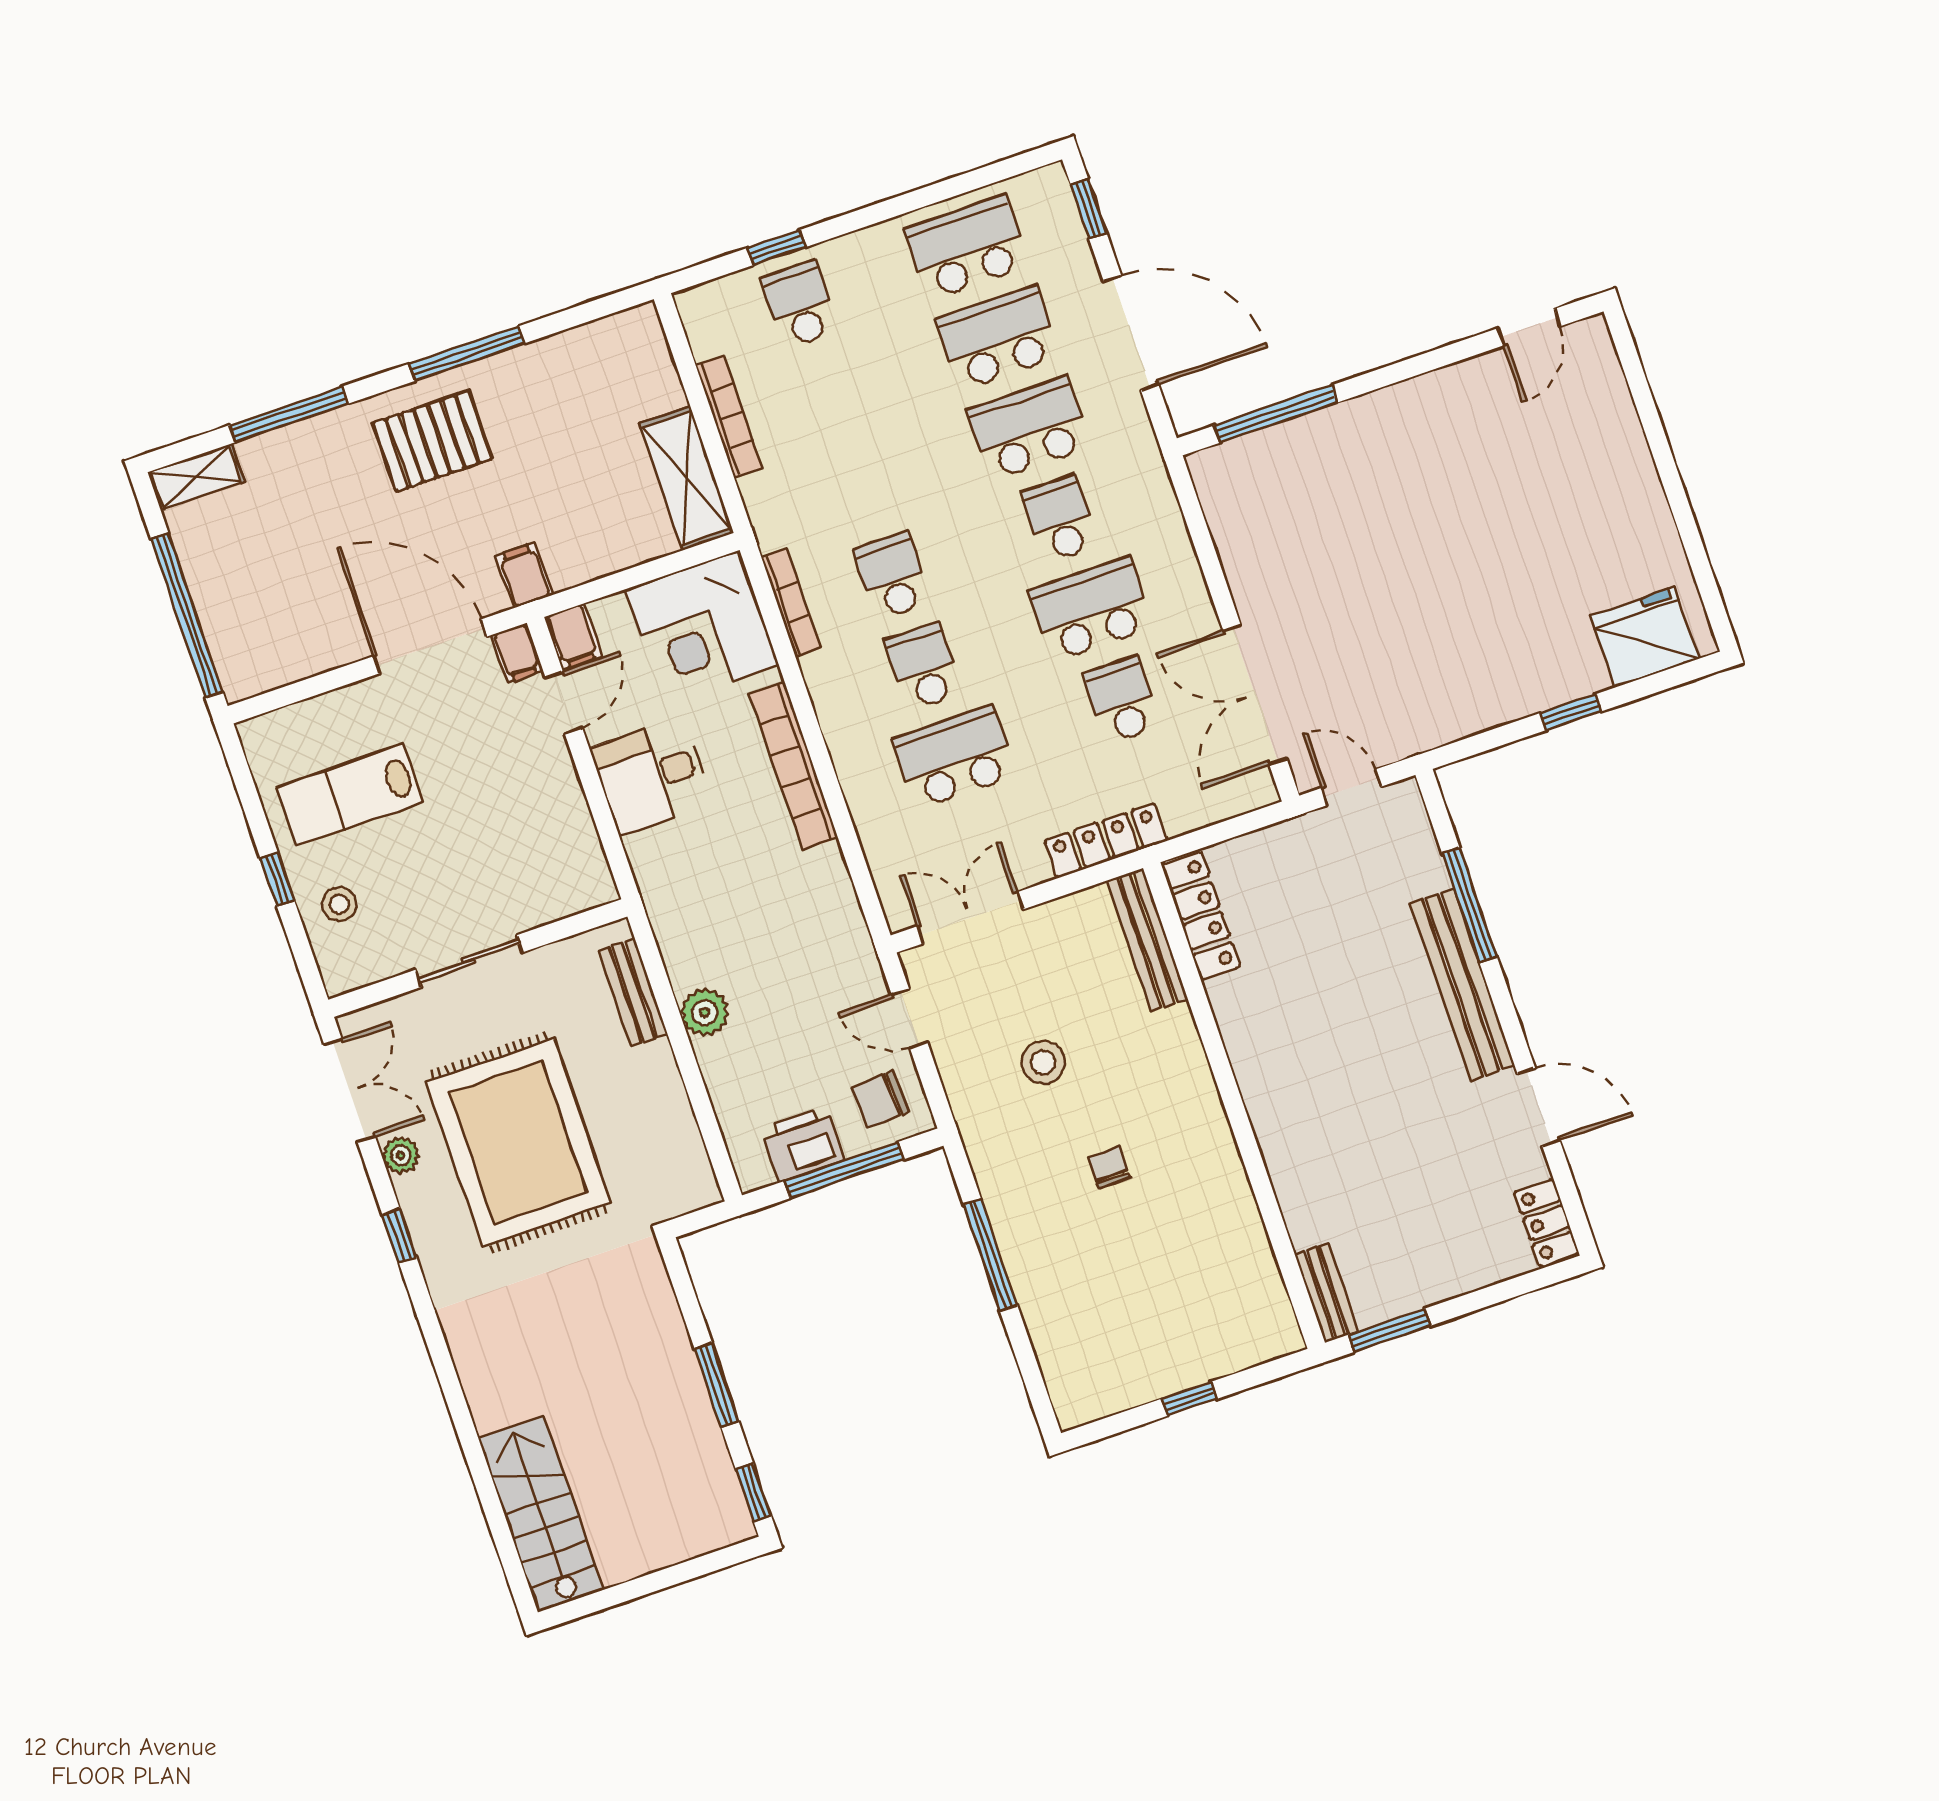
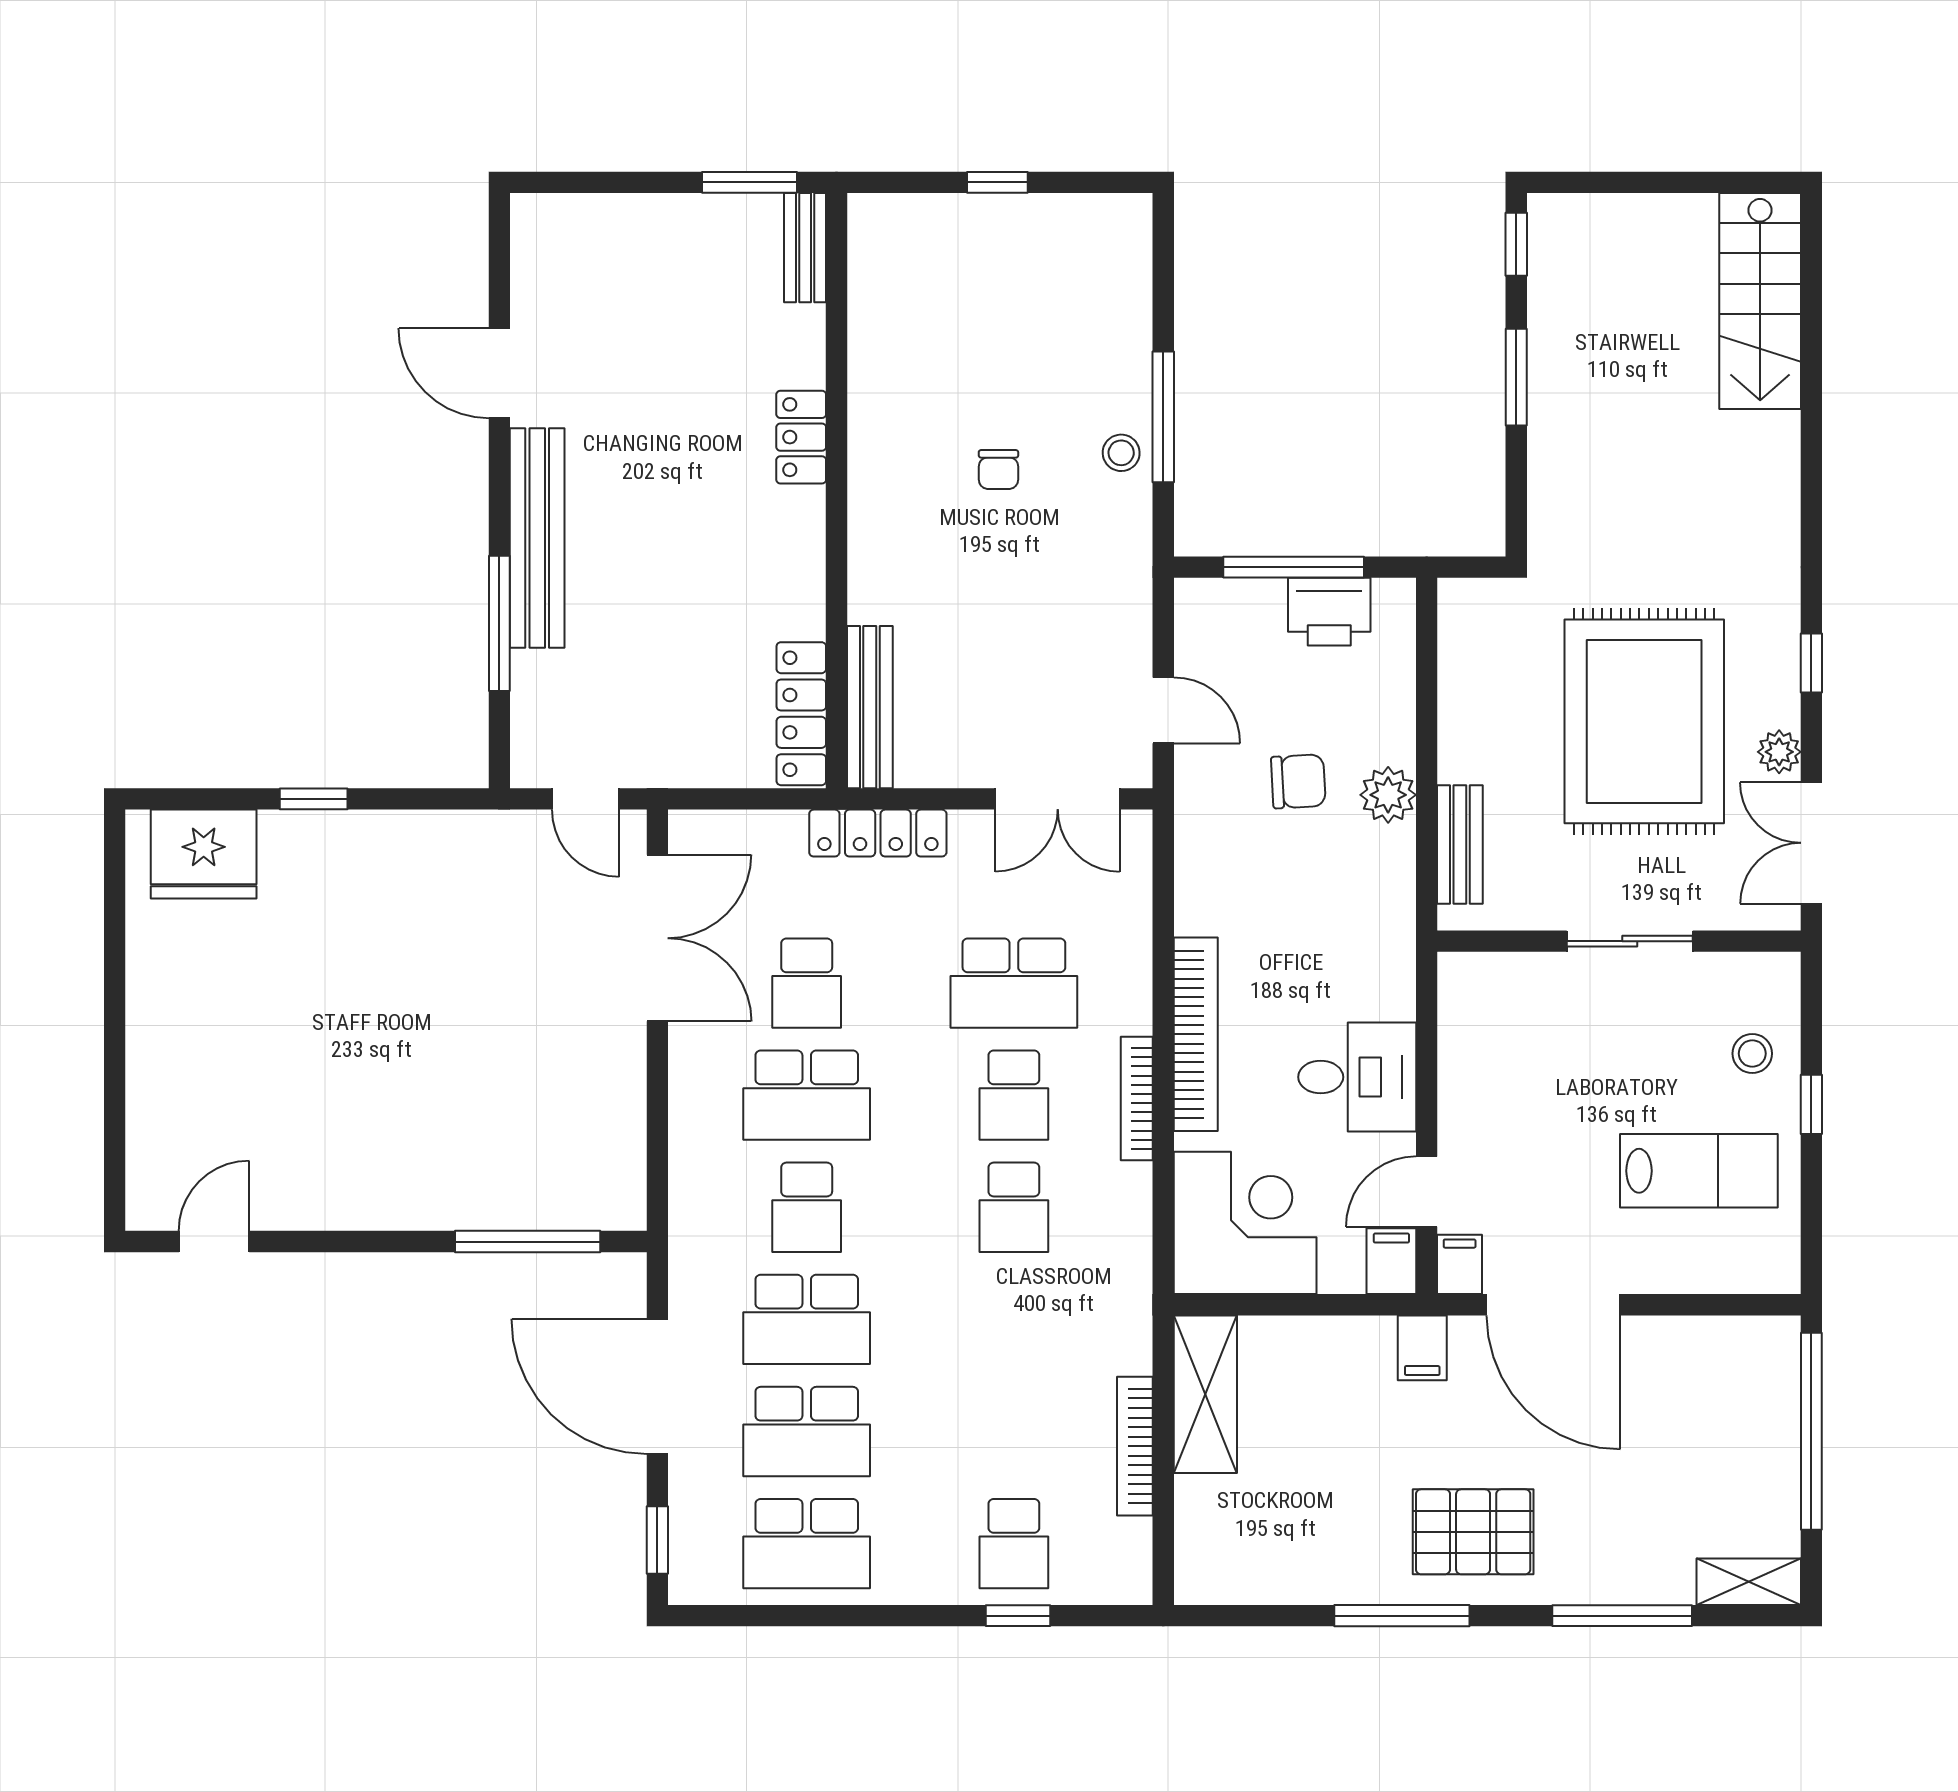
bookcase: (791, 603) -> (1137, 1098), moved
stool: (1043, 1062) -> (1121, 453), moved, width x0.73, depth x0.73
chair: (880, 1099) -> (1298, 781), moved
locker: (1546, 1223) -> (801, 437), moved, turned 180

